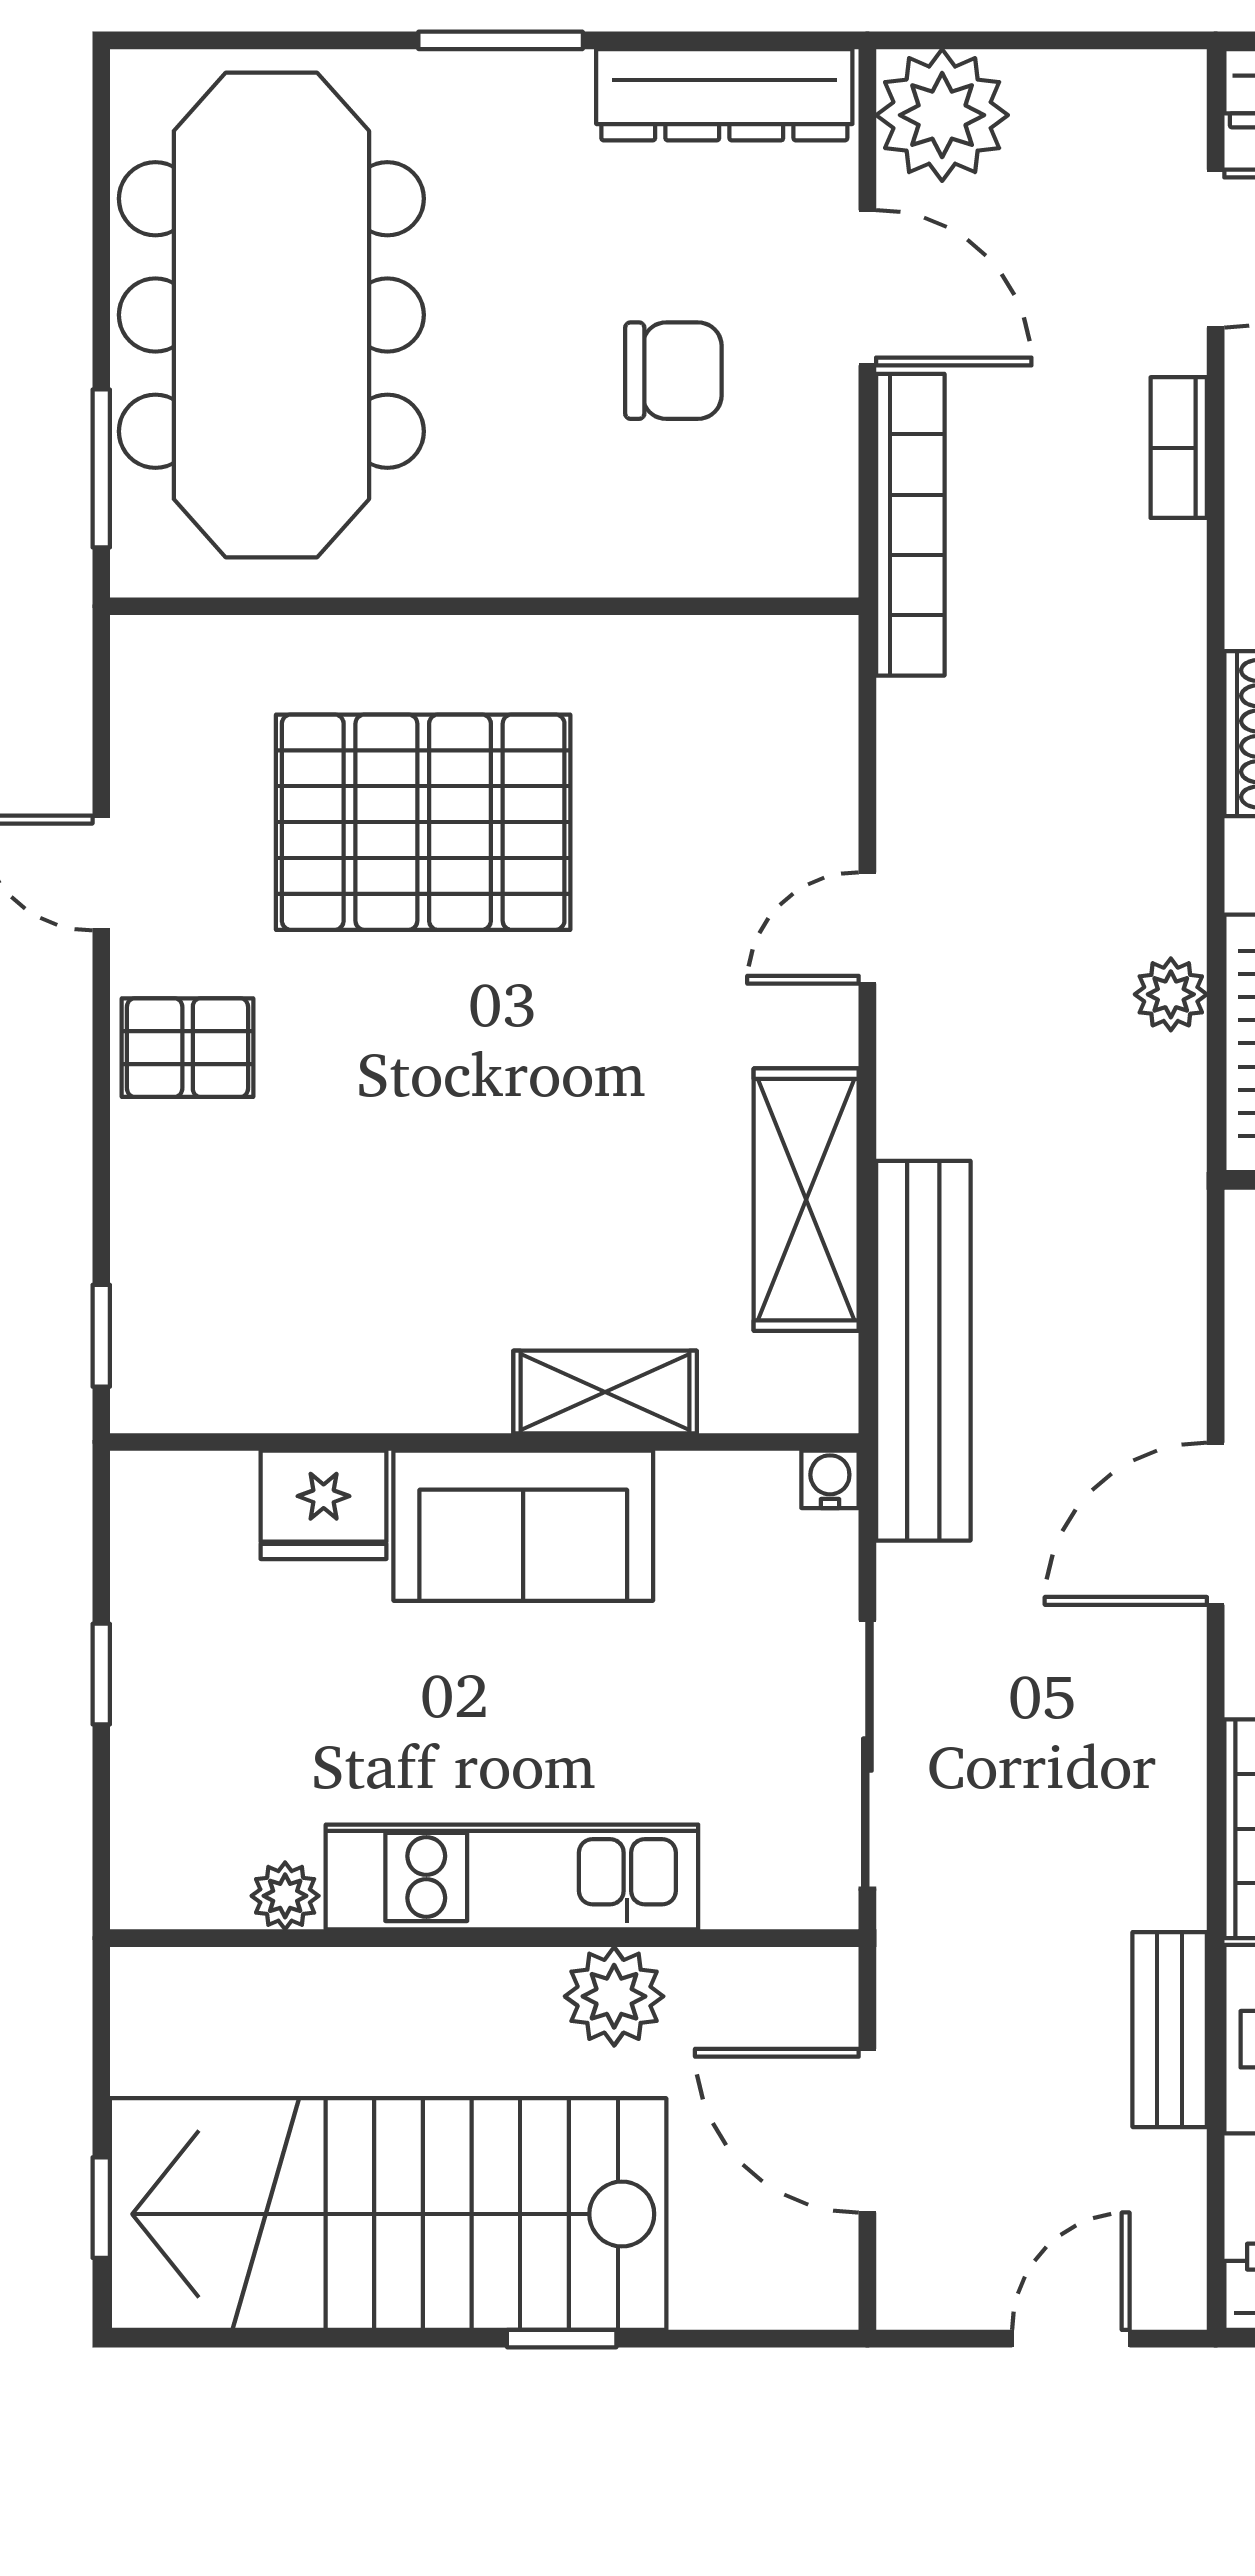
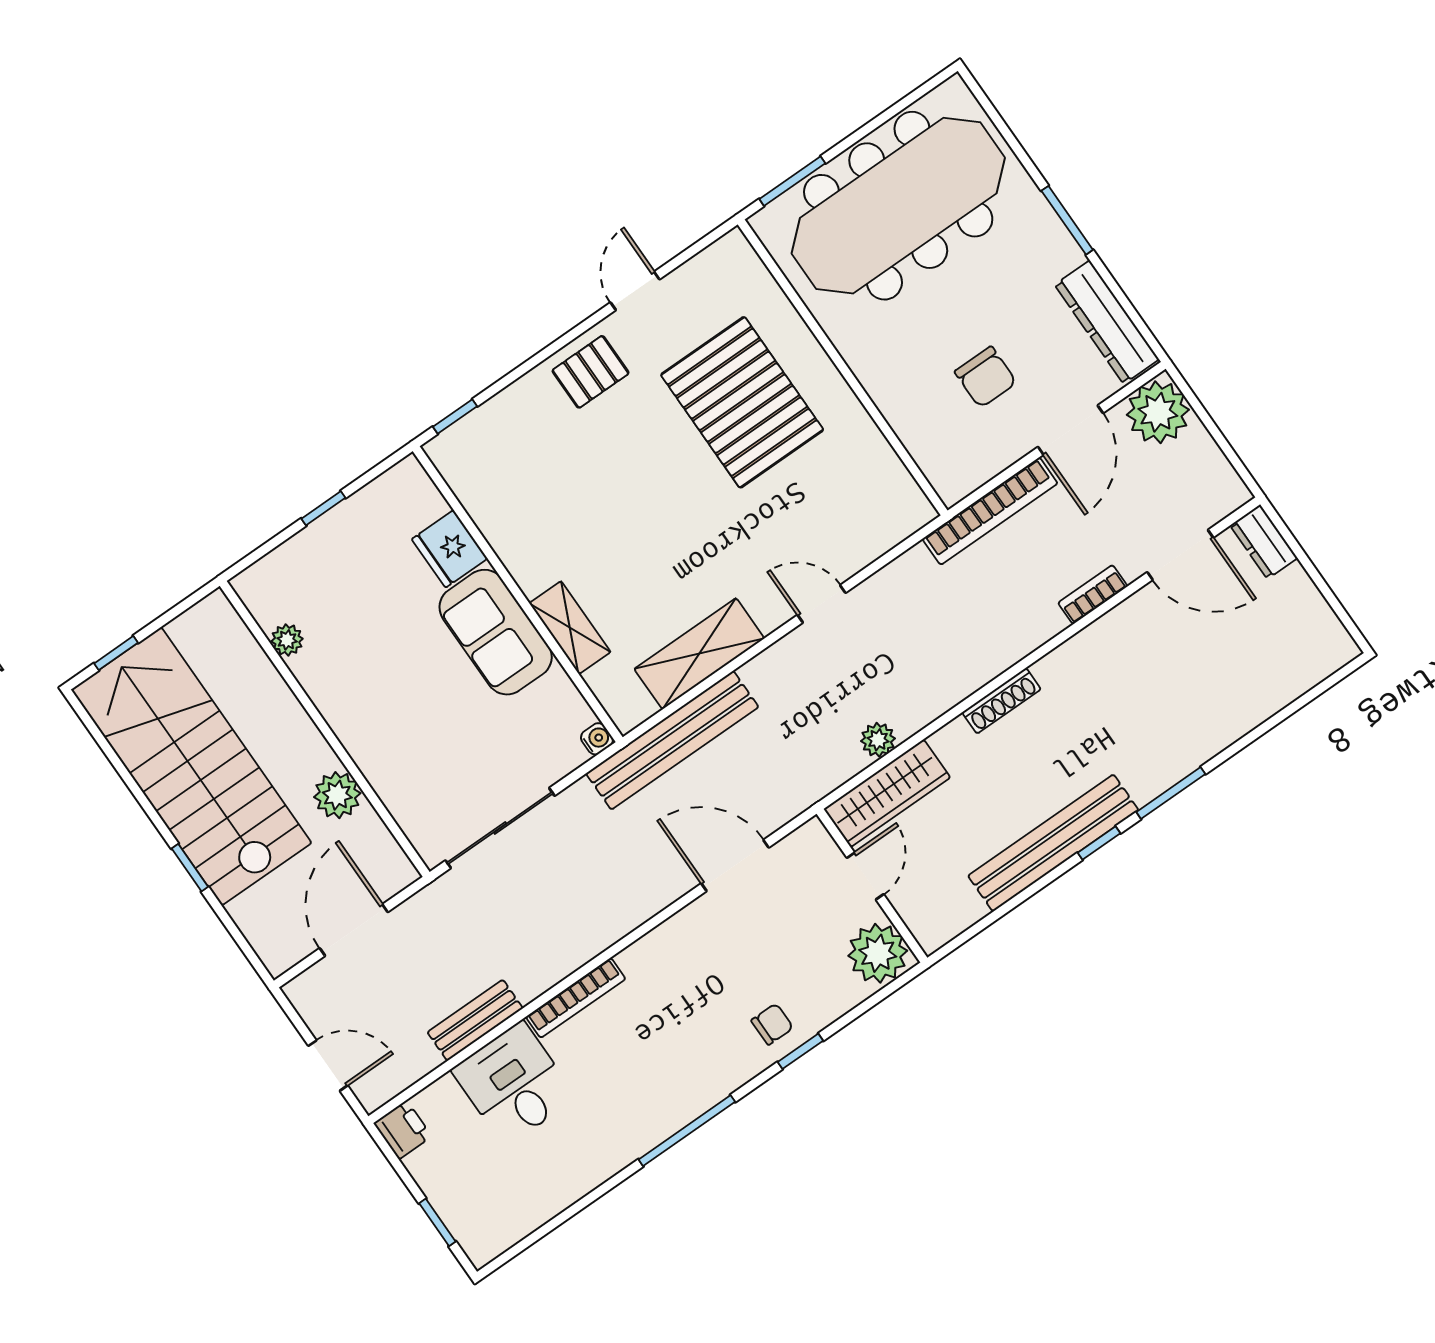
pallet: (188, 1048) -> (591, 372), turned 90
door: (1216, 1524) -> (735, 865), moved
kitchen unit: (512, 1877) -> (356, 723), removed

